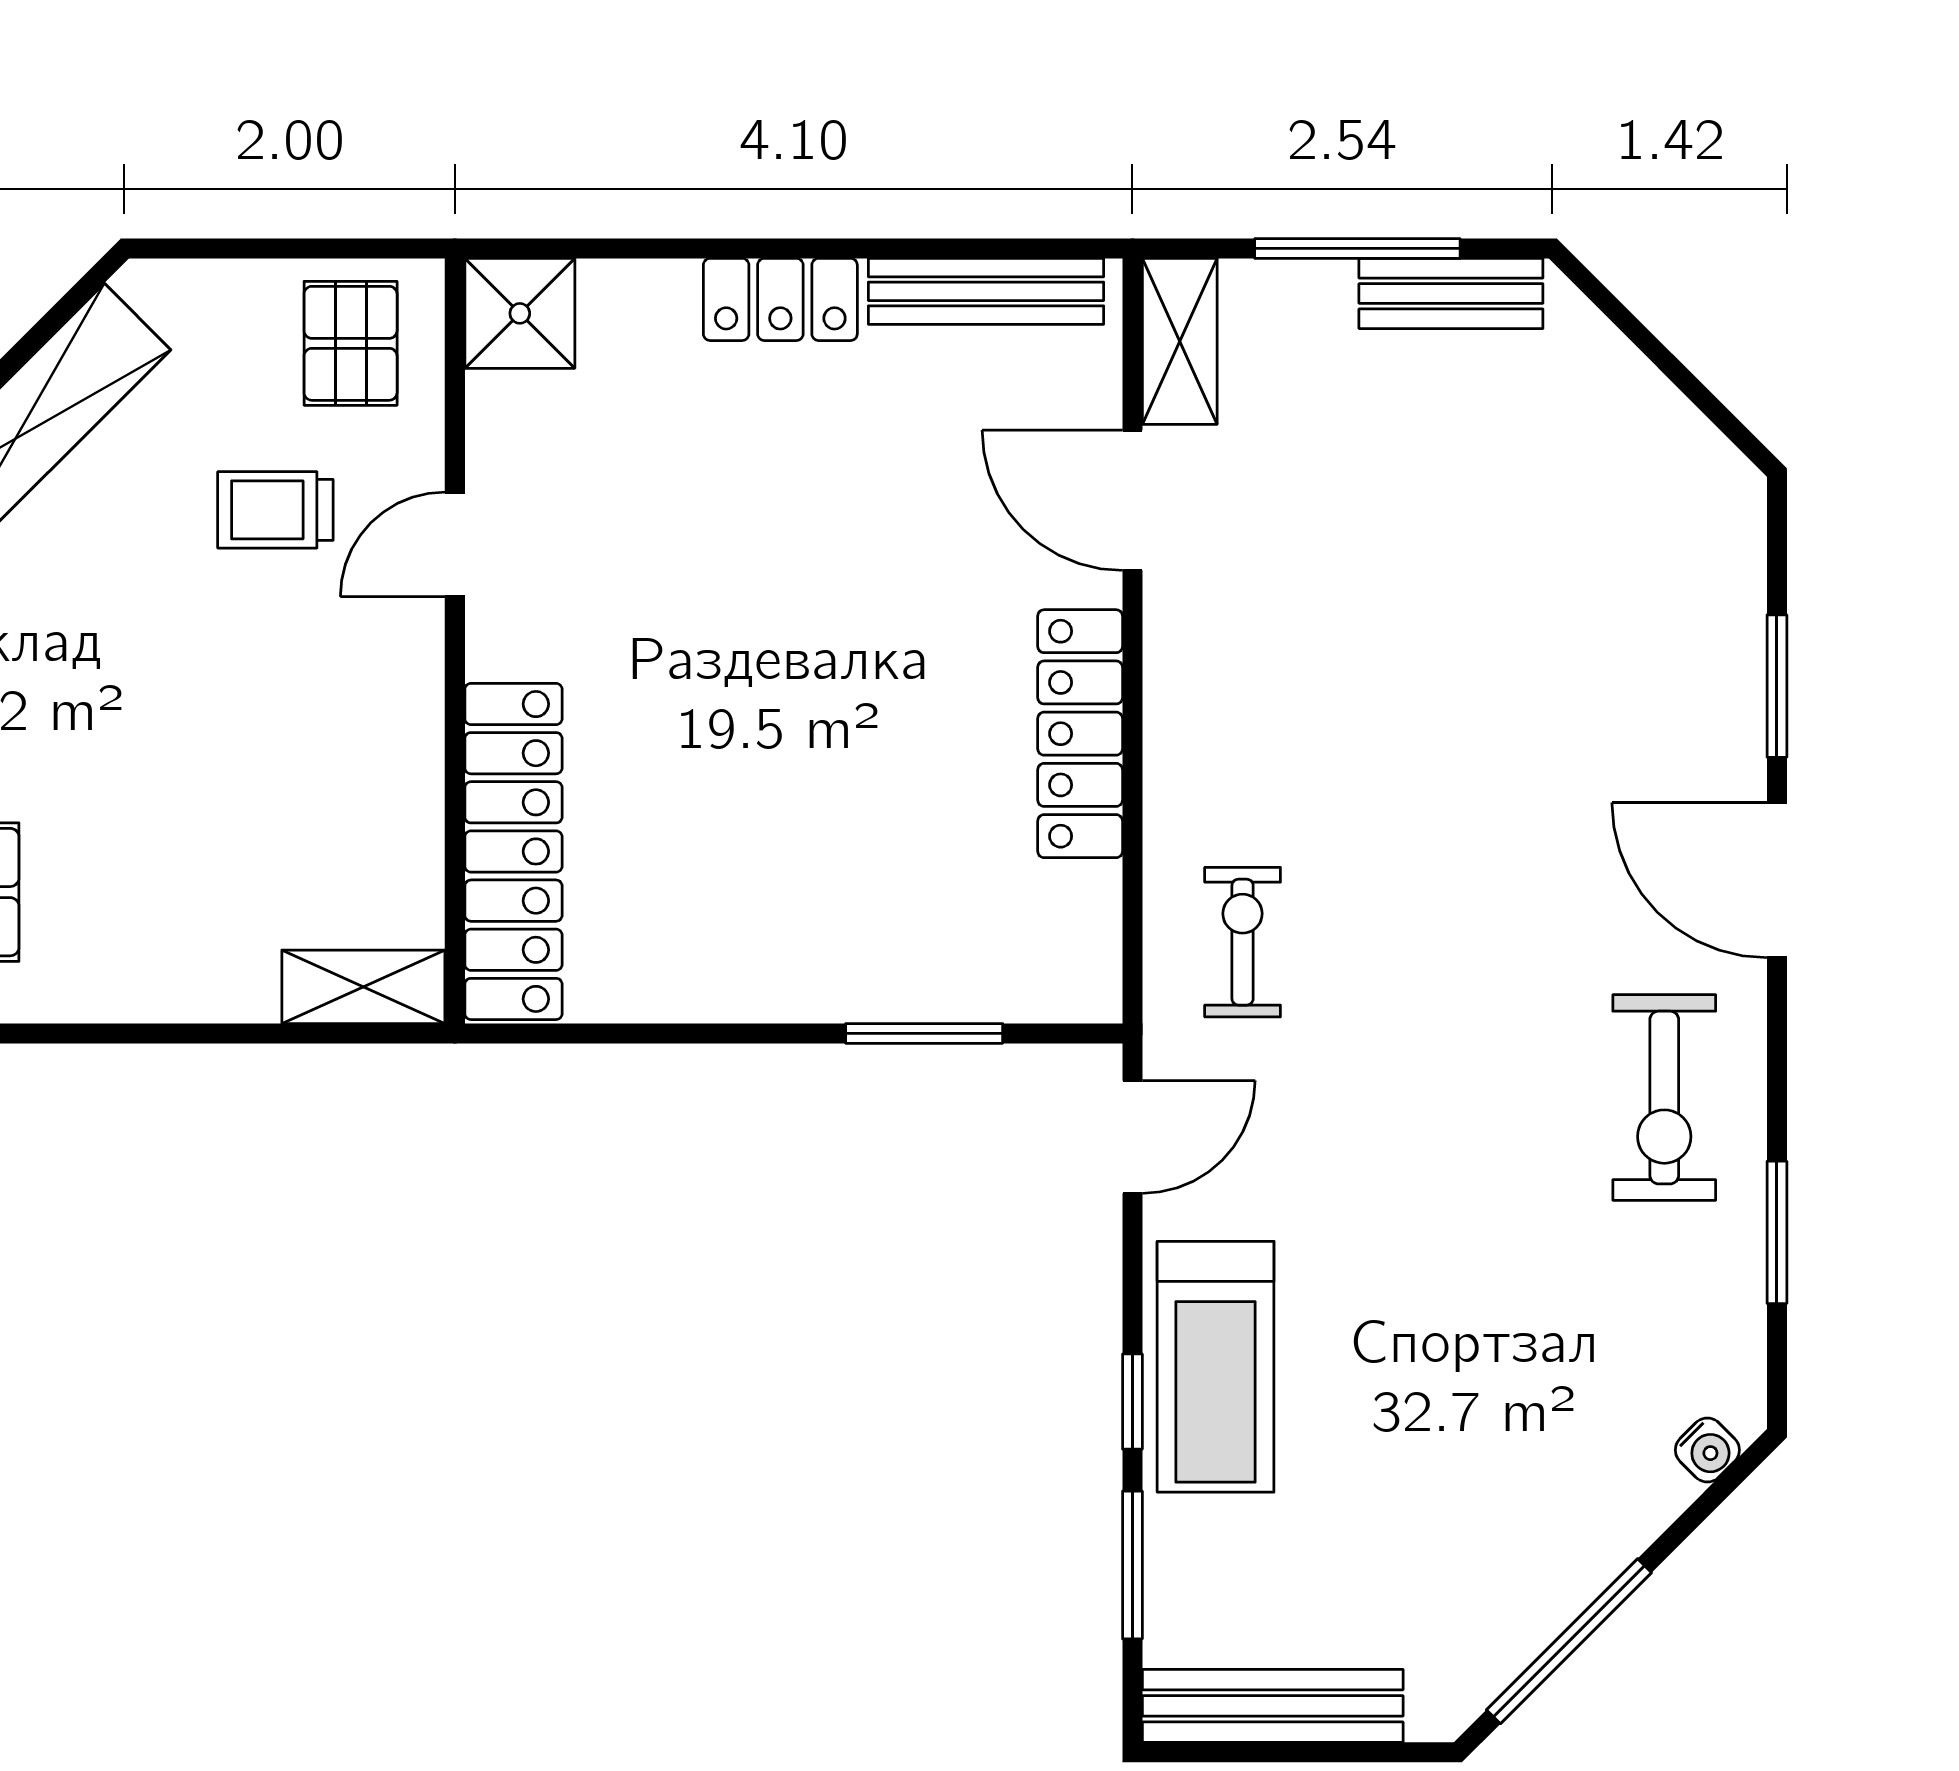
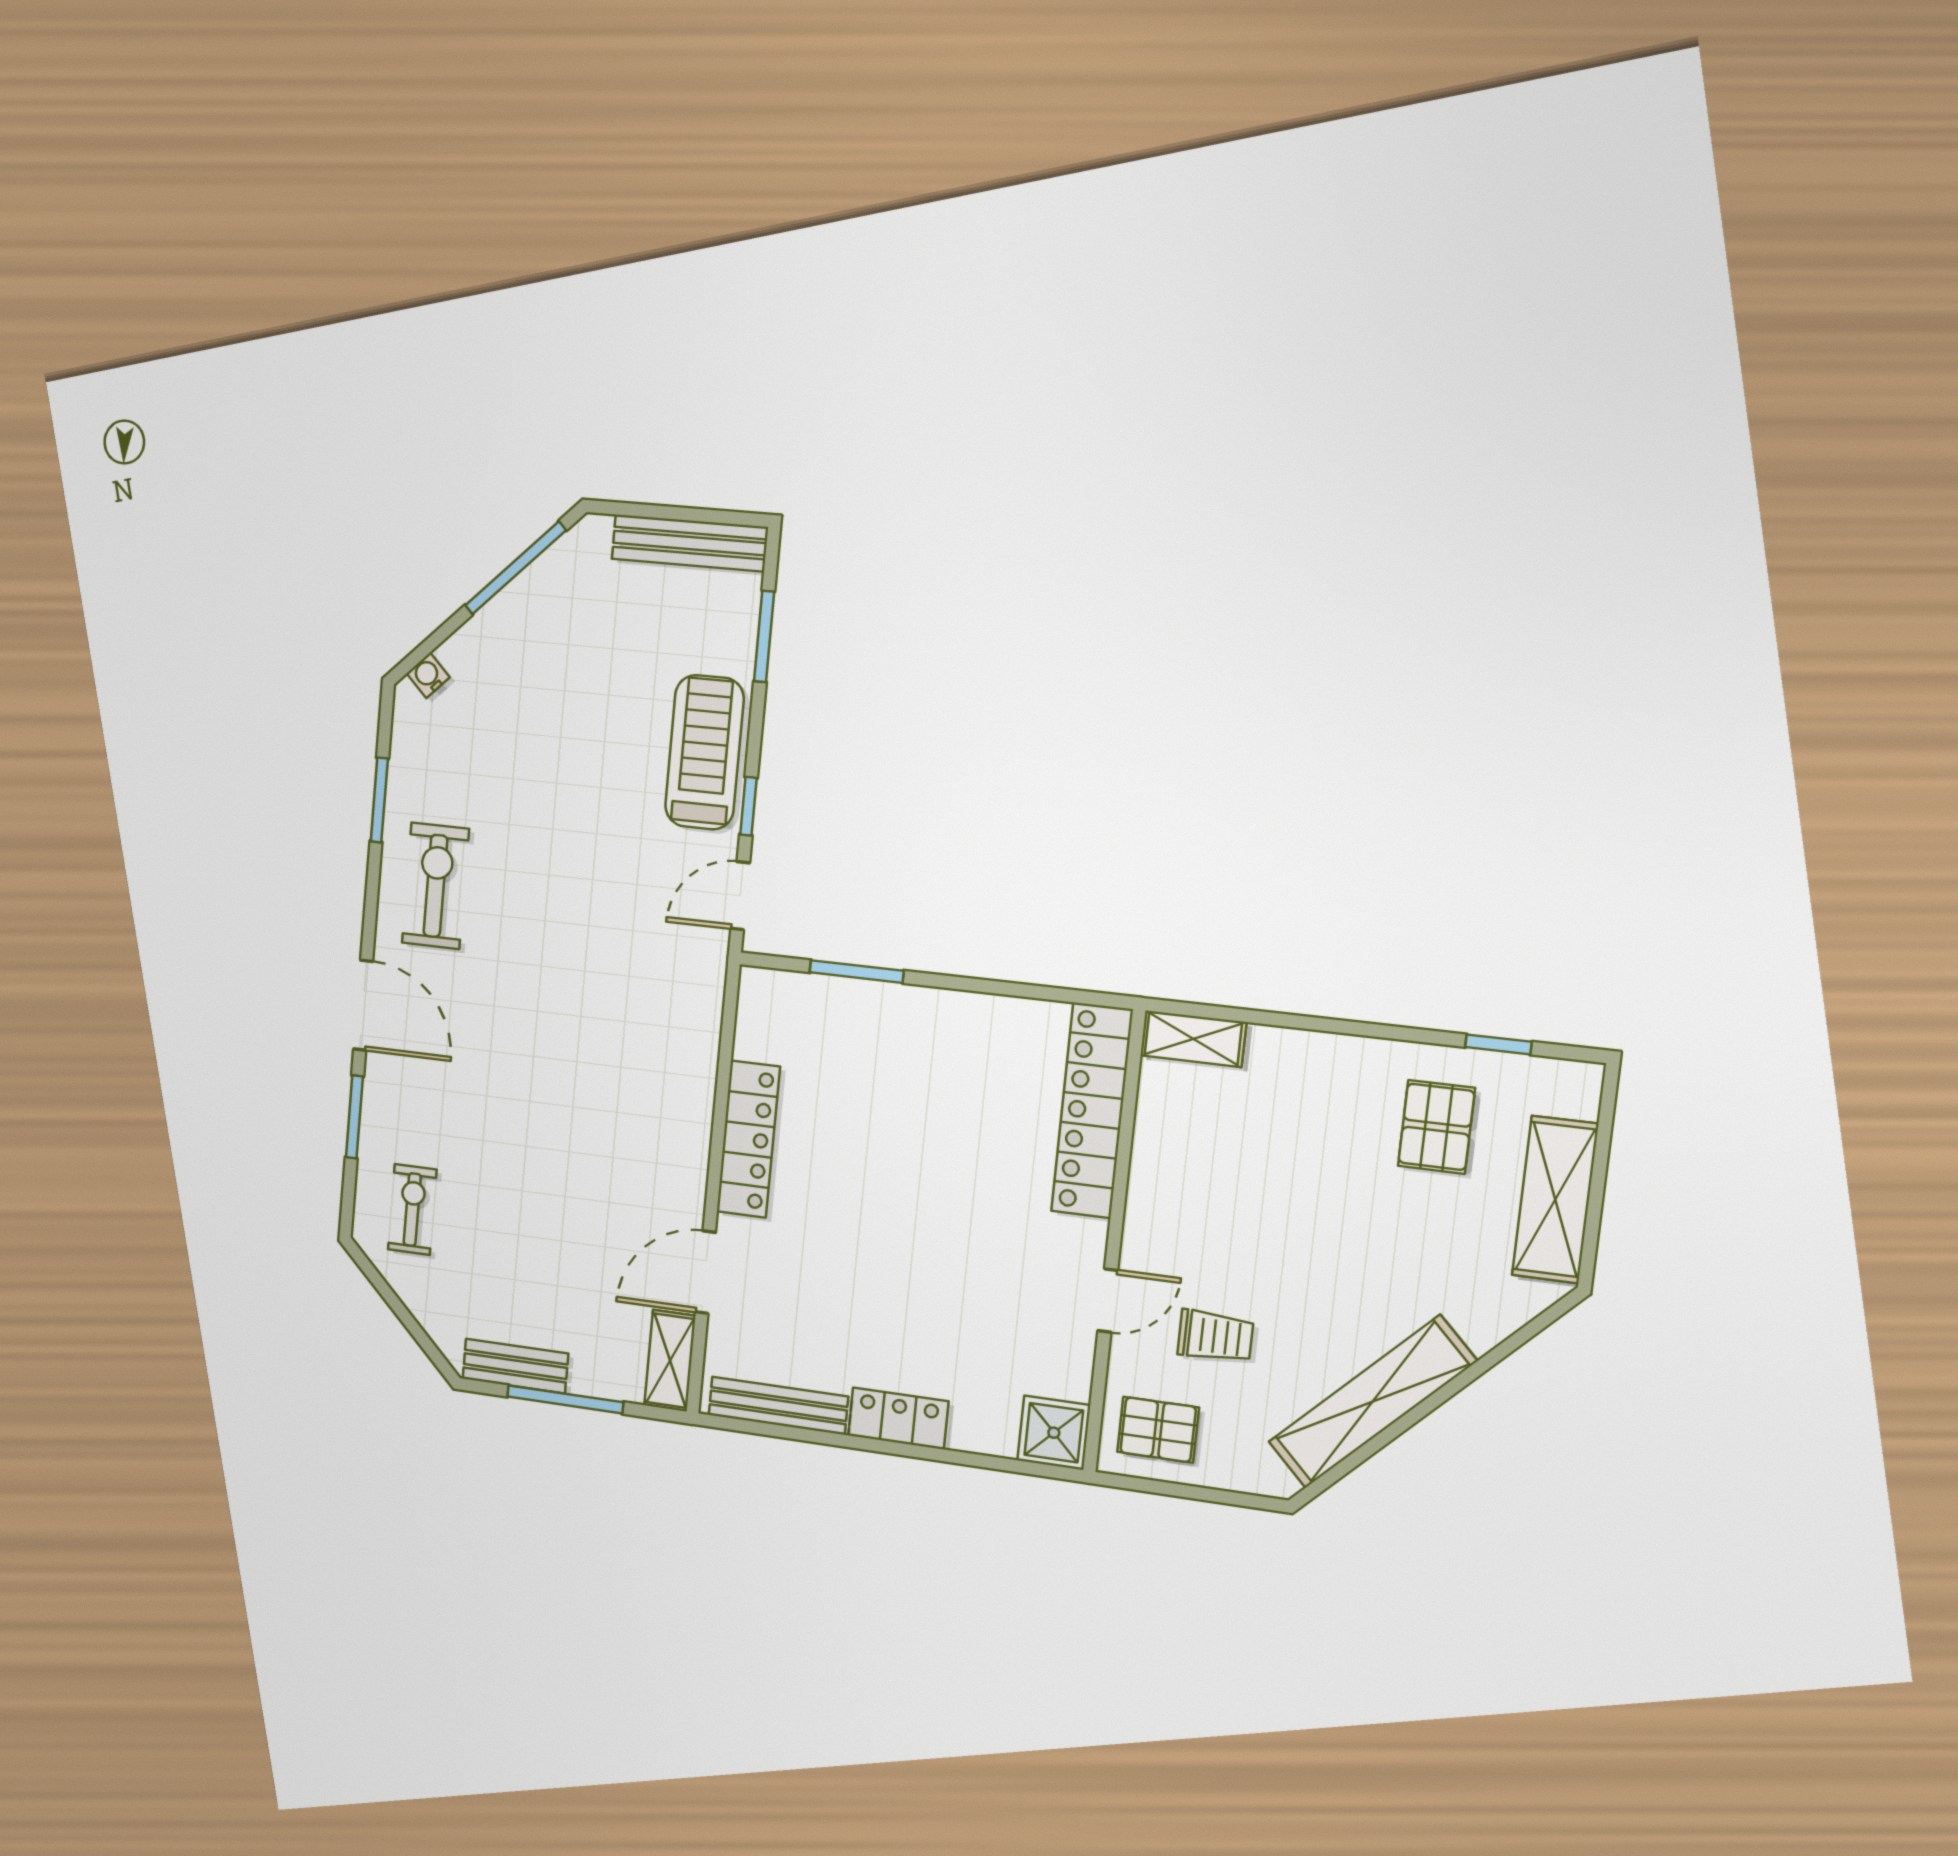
pallet: (351, 343) -> (1158, 1430), turned 90
door: (1132, 500) -> (705, 1272), swing flipped
exercise bike: (1243, 942) -> (412, 1210), moved, turned 180
window: (1132, 1402) -> (748, 806), moved

